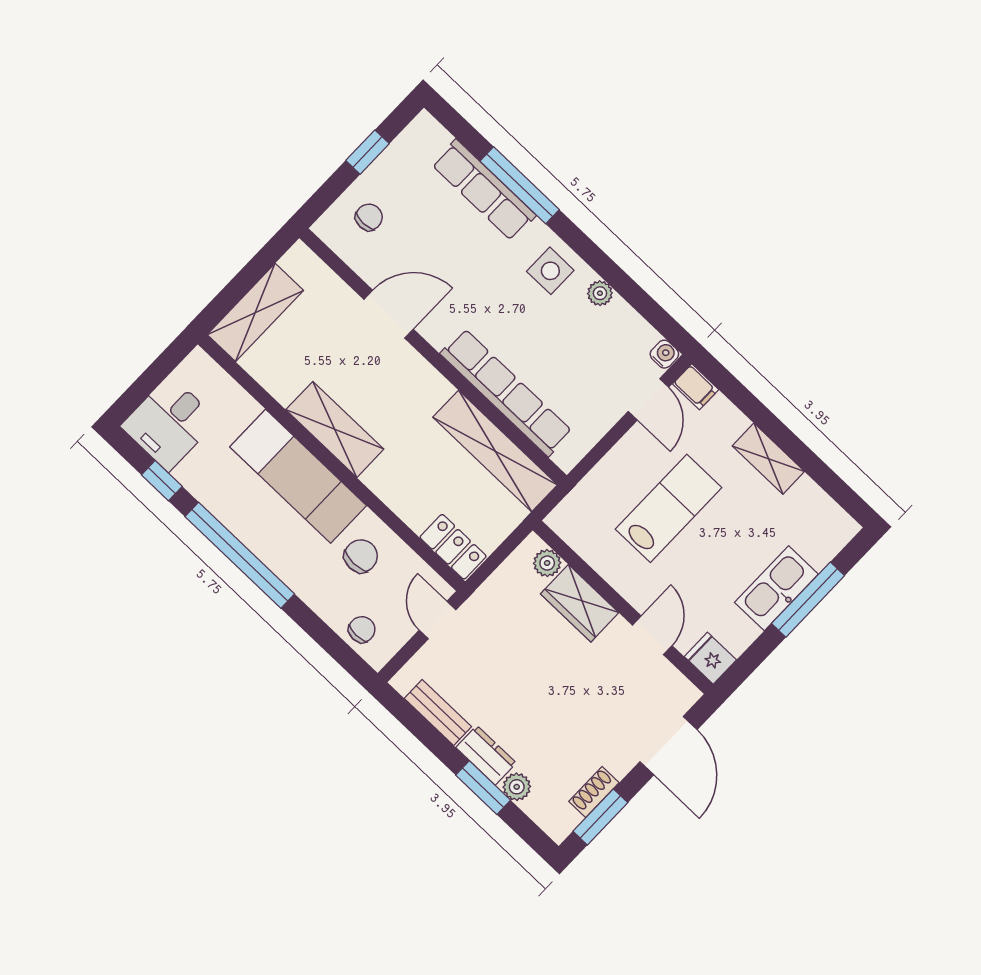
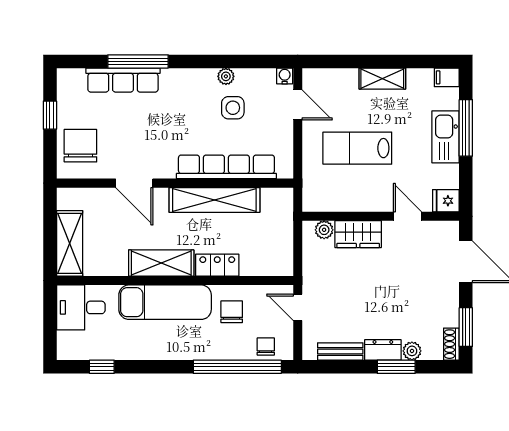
chair: (369, 217) -> (80, 146), width x1.87, depth x1.87
side table: (550, 271) -> (233, 108), moved
door: (389, 314) -> (134, 183), swing flipped
filing cabinet: (696, 387) -> (447, 77), moved, turned 180
desk: (169, 423) -> (81, 307), moved, turned 90
shelving: (495, 451) -> (214, 200), moved
lab bench: (669, 508) -> (357, 148), turned -90
locker: (453, 547) -> (217, 265), moved
window: (240, 555) -> (237, 367), moved
shoe rack: (594, 792) -> (451, 344), moved

